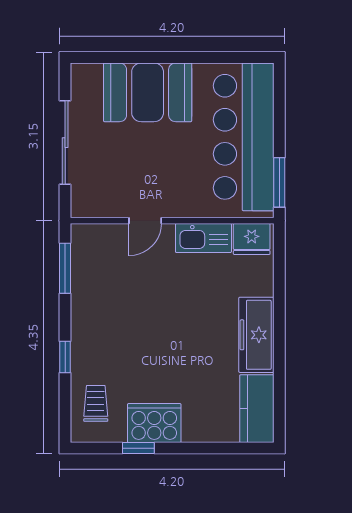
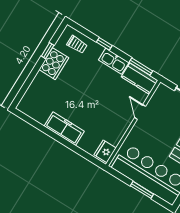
window: (279, 182) -> (142, 190), moved
kitchen sink: (203, 238) -> (114, 61), moved, turned -90
kitchen counter: (257, 409) -> (140, 79), moved, turned 180

